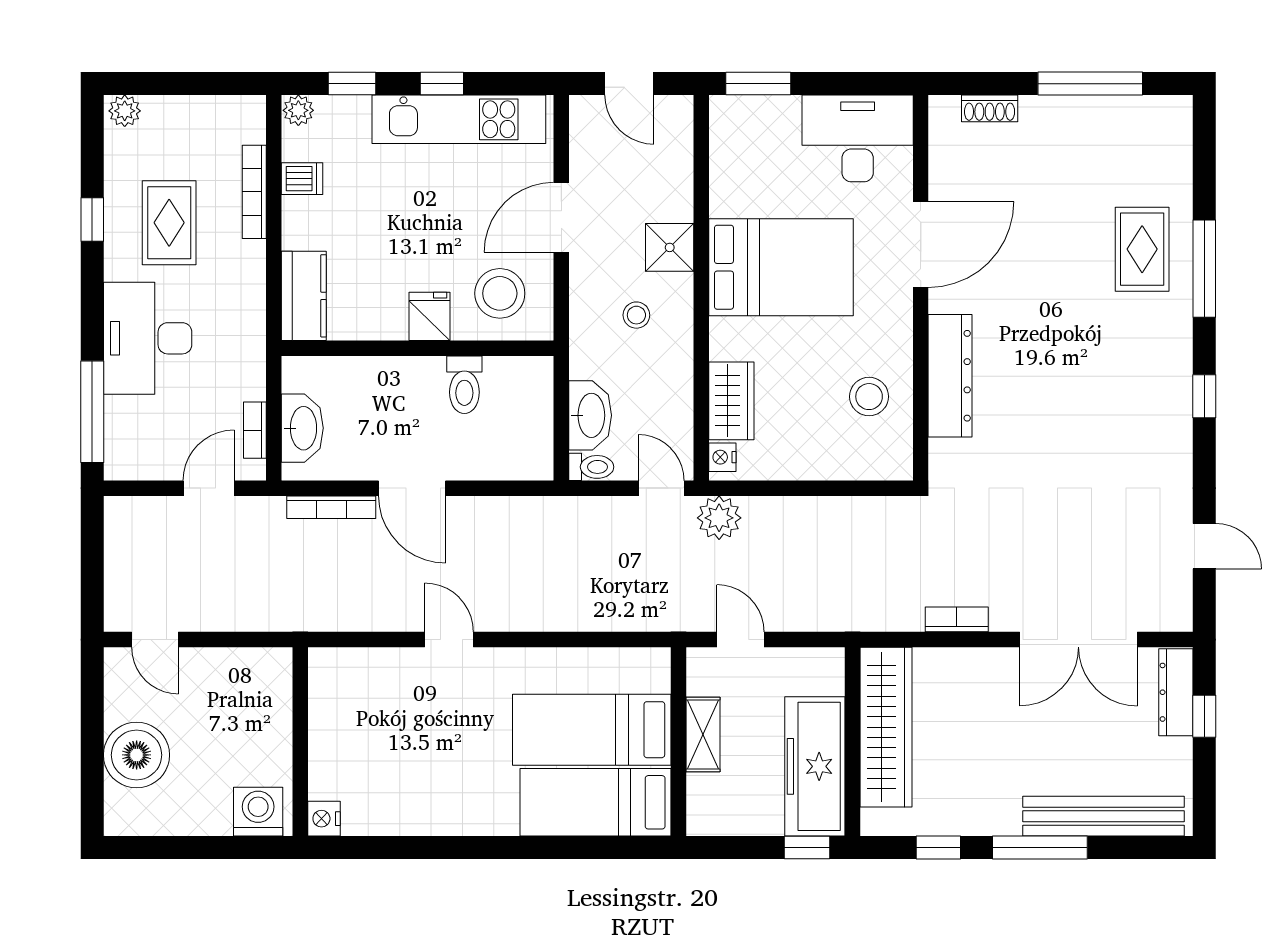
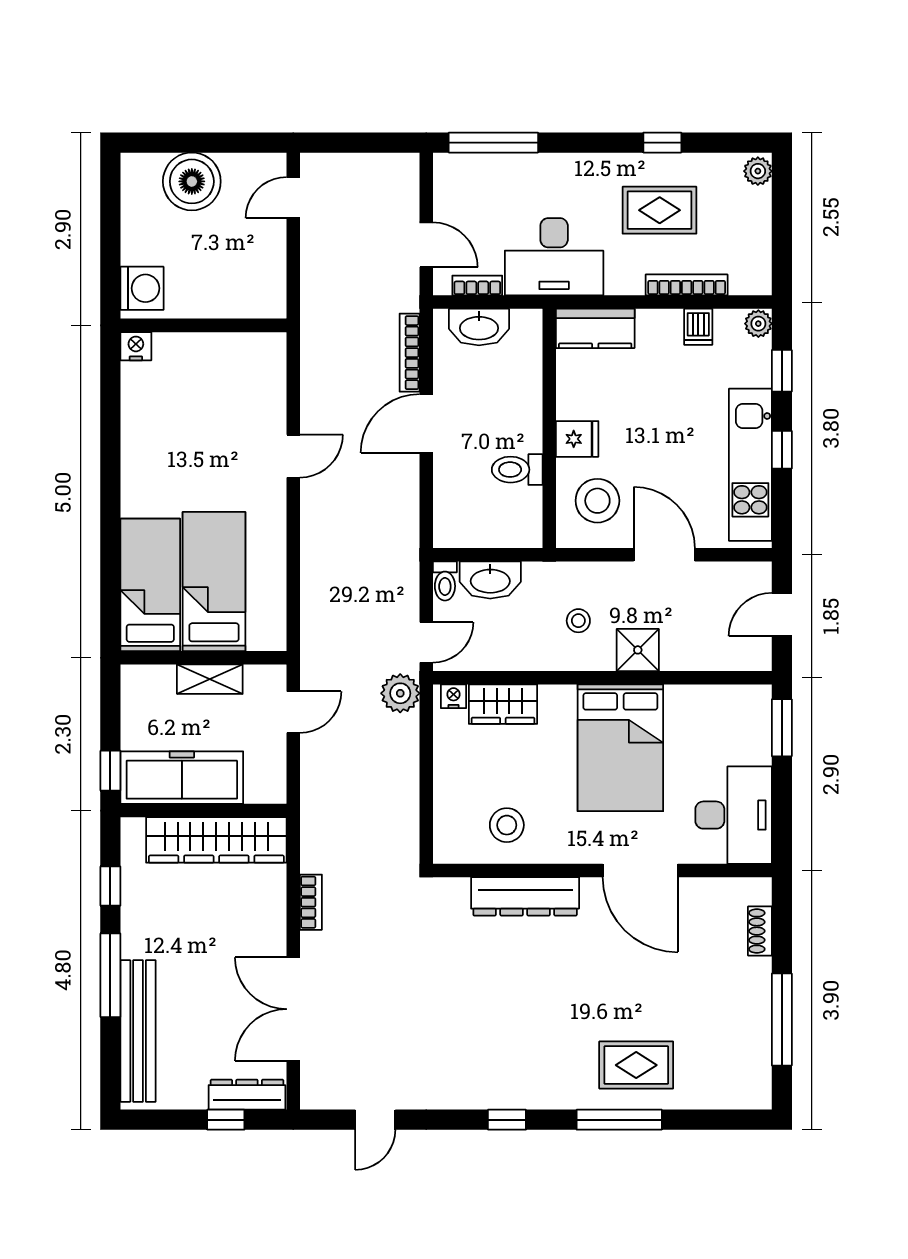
desk: (148, 338) -> (554, 257), moved, turned 180

